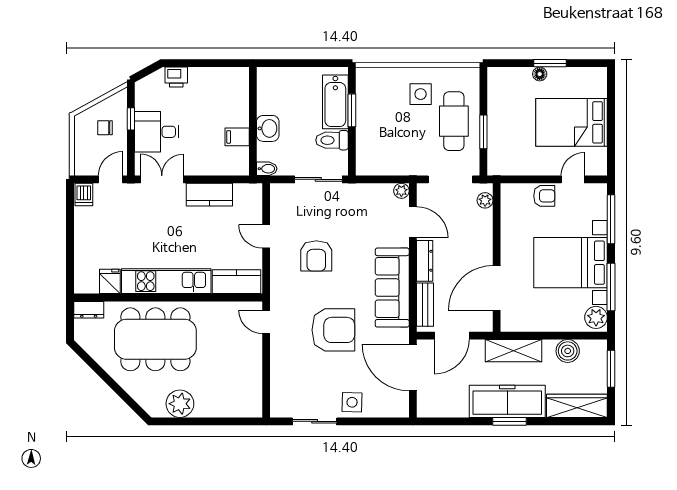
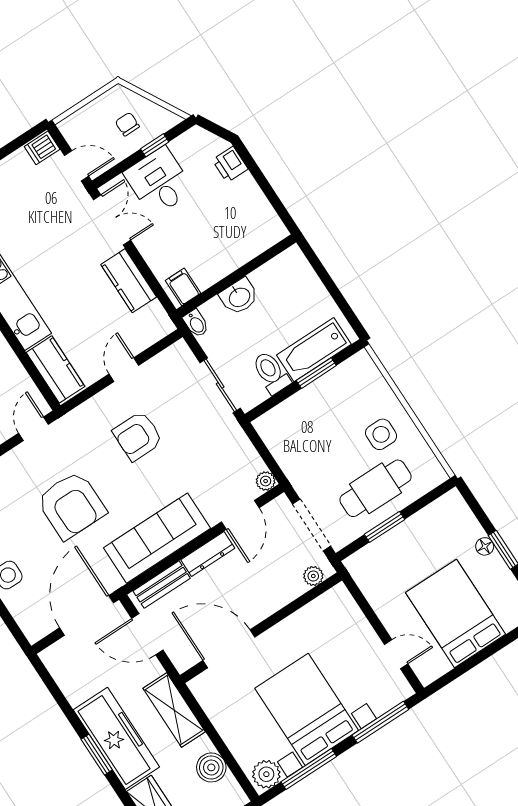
filing cabinet: (237, 137) -> (183, 287), moved
armchair: (544, 196) -> (359, 635), removed

